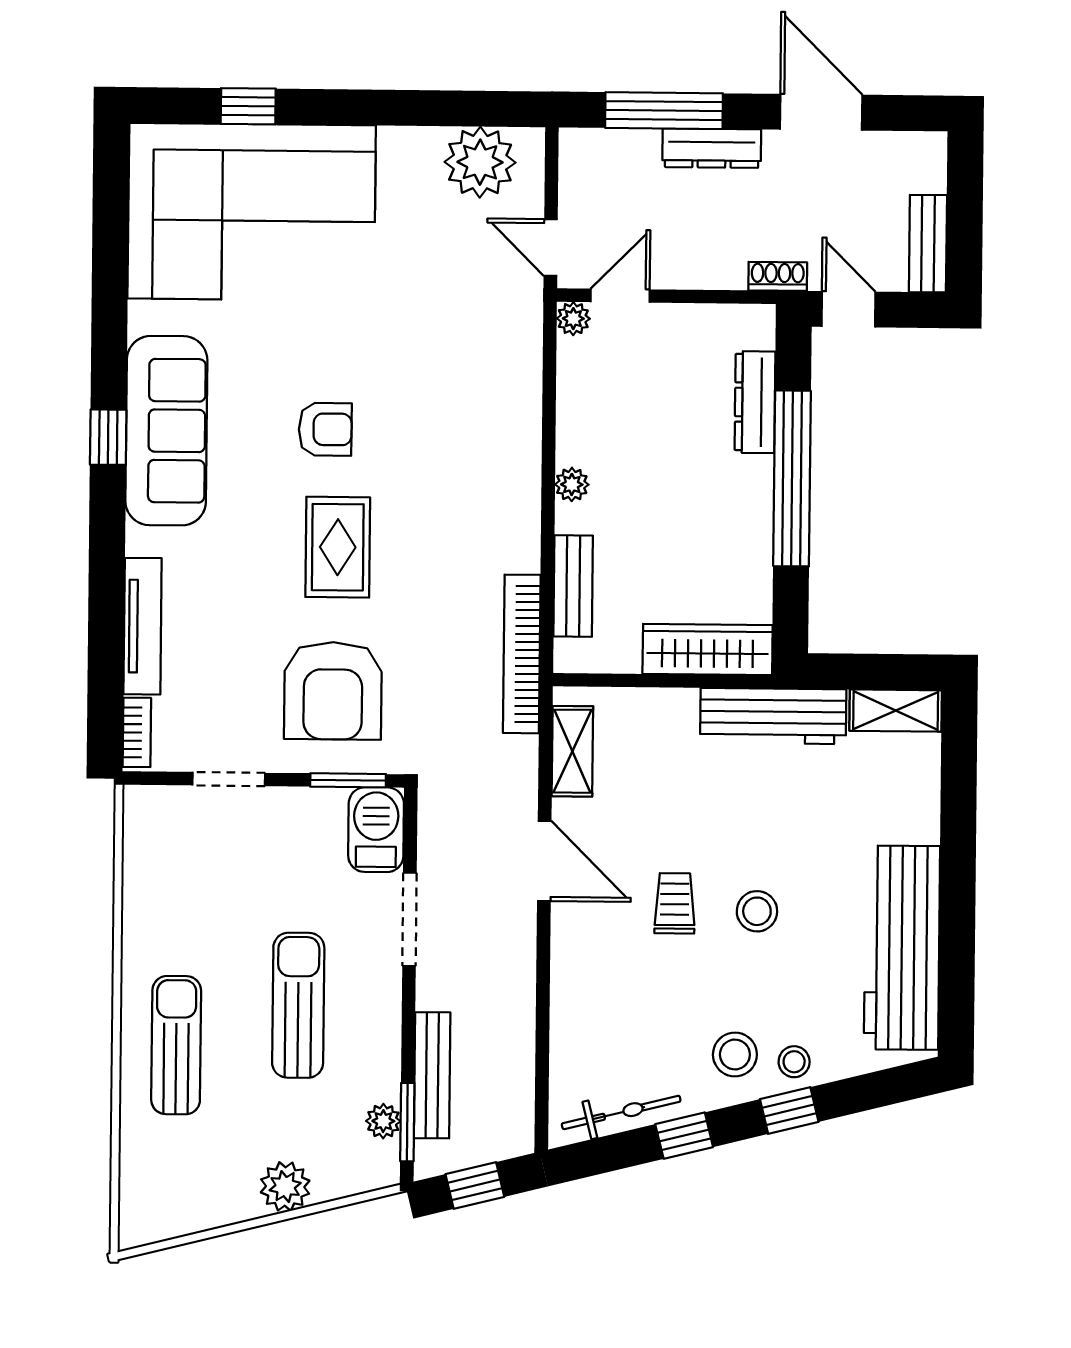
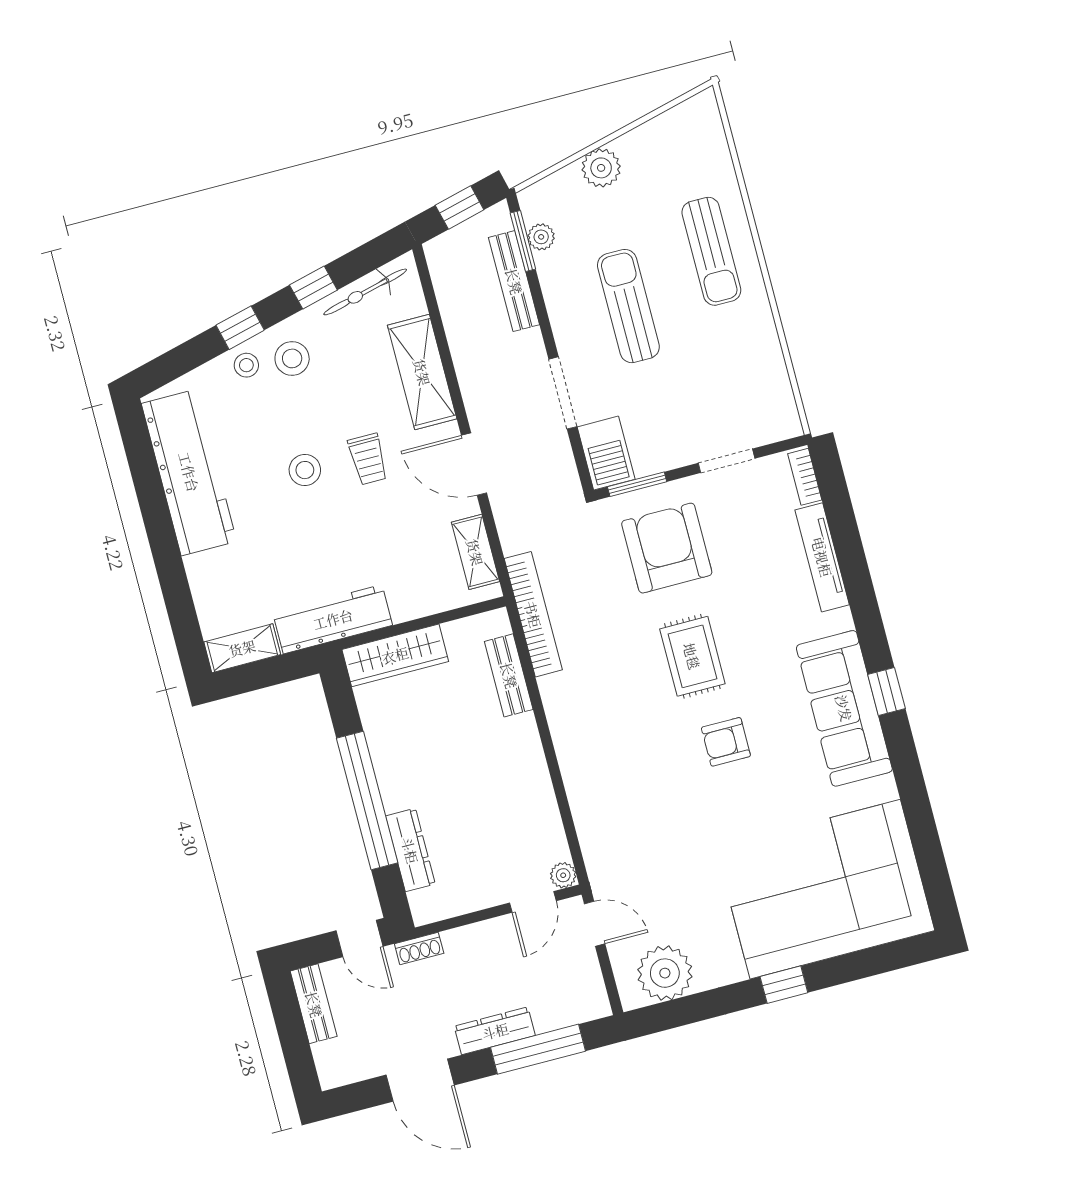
window: (248, 106) -> (784, 985), moved
plant: (572, 484) -> (530, 751), removed
shelving: (578, 993) -> (422, 372), added
sun lounger: (298, 1005) -> (628, 306), turned 180

